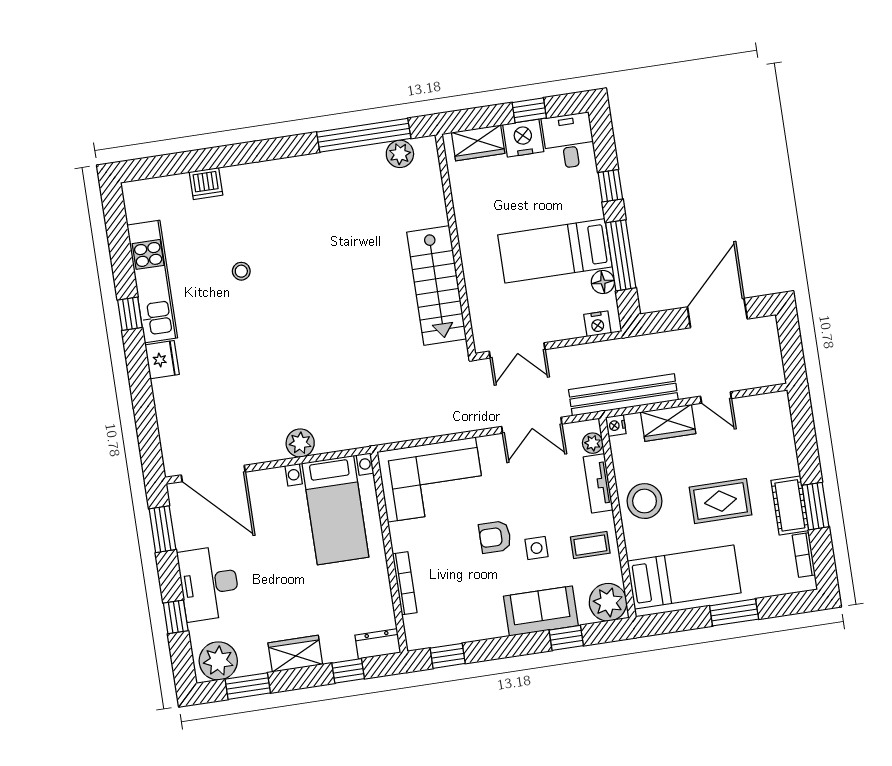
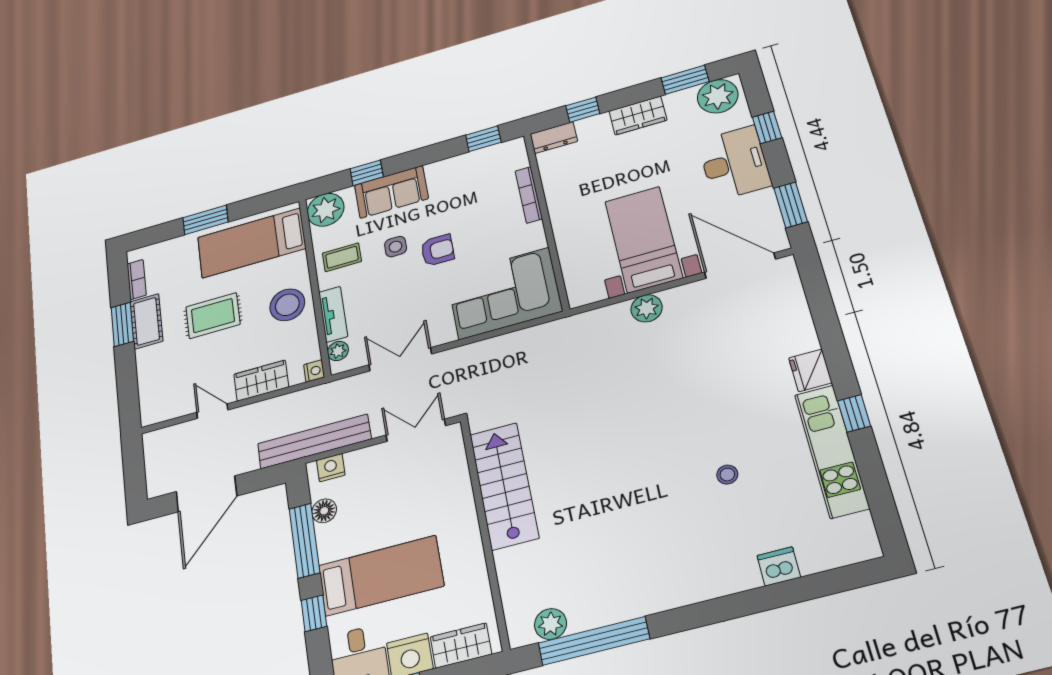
bed: (555, 251) -> (381, 576), moved
bench: (623, 395) -> (314, 441), moved
bed with nightstands: (335, 510) -> (644, 239), moved

